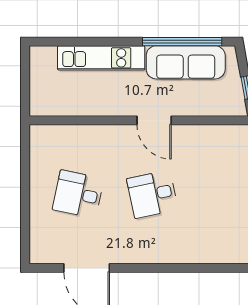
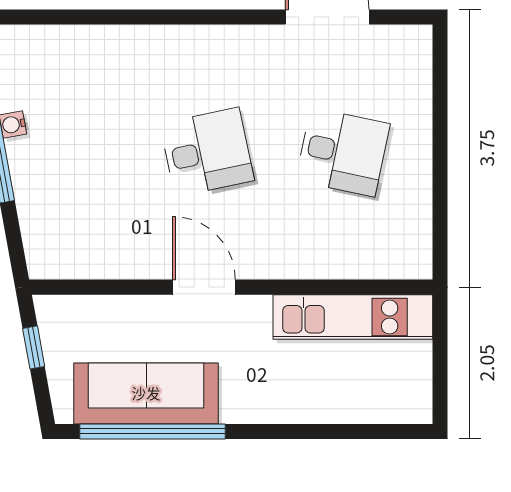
kitchen unit: (101, 58) -> (353, 317), moved, turned 180

